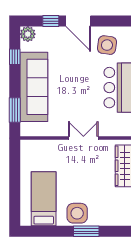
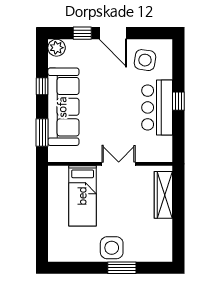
window: (15, 57) -> (42, 86), moved
bed: (44, 199) -> (83, 196), moved, turned 180

